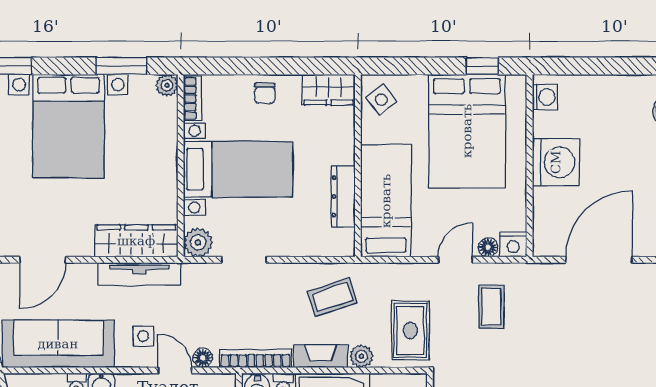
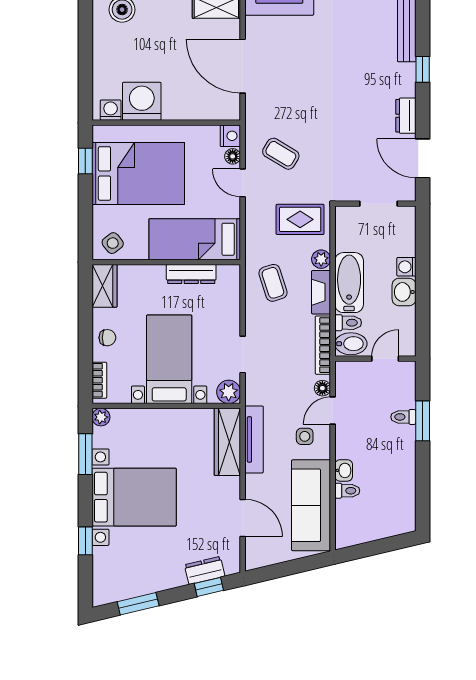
bookcase: (192, 98) -> (99, 380), moved, turned 90
washing machine: (556, 162) -> (142, 101), moved
coffee table: (491, 307) -> (281, 154), turned 31

